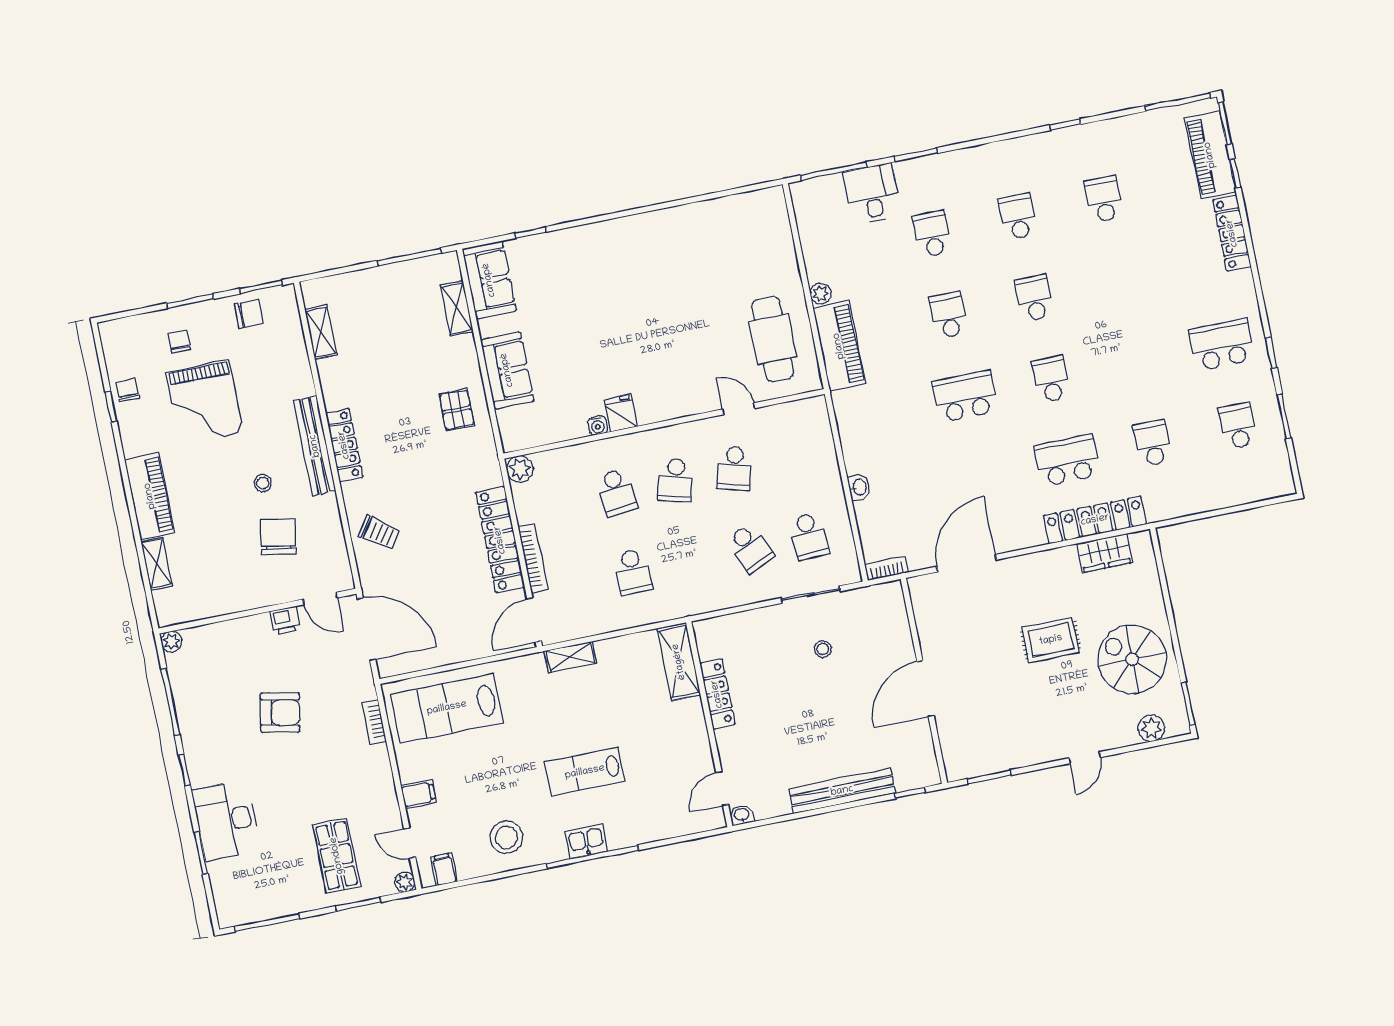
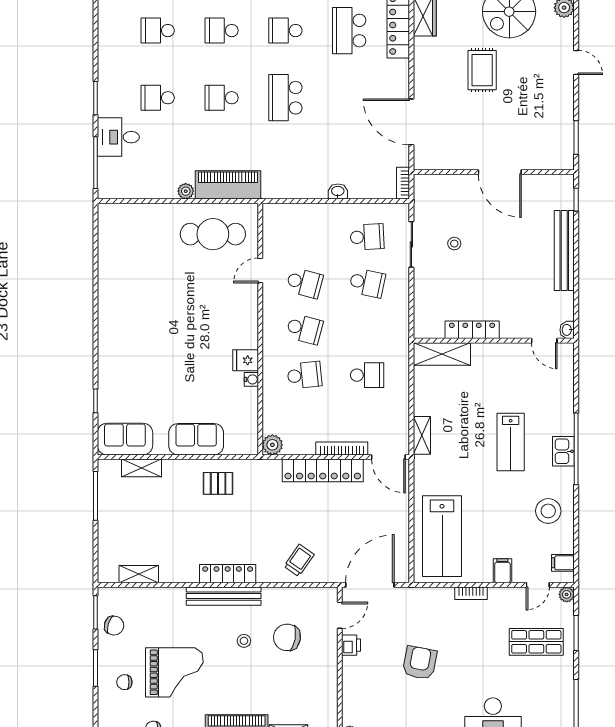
chair: (249, 314) -> (114, 626), turned 107
school desk: (750, 548) -> (367, 283), turned 36
bookcase: (374, 722) -> (471, 593), moved

